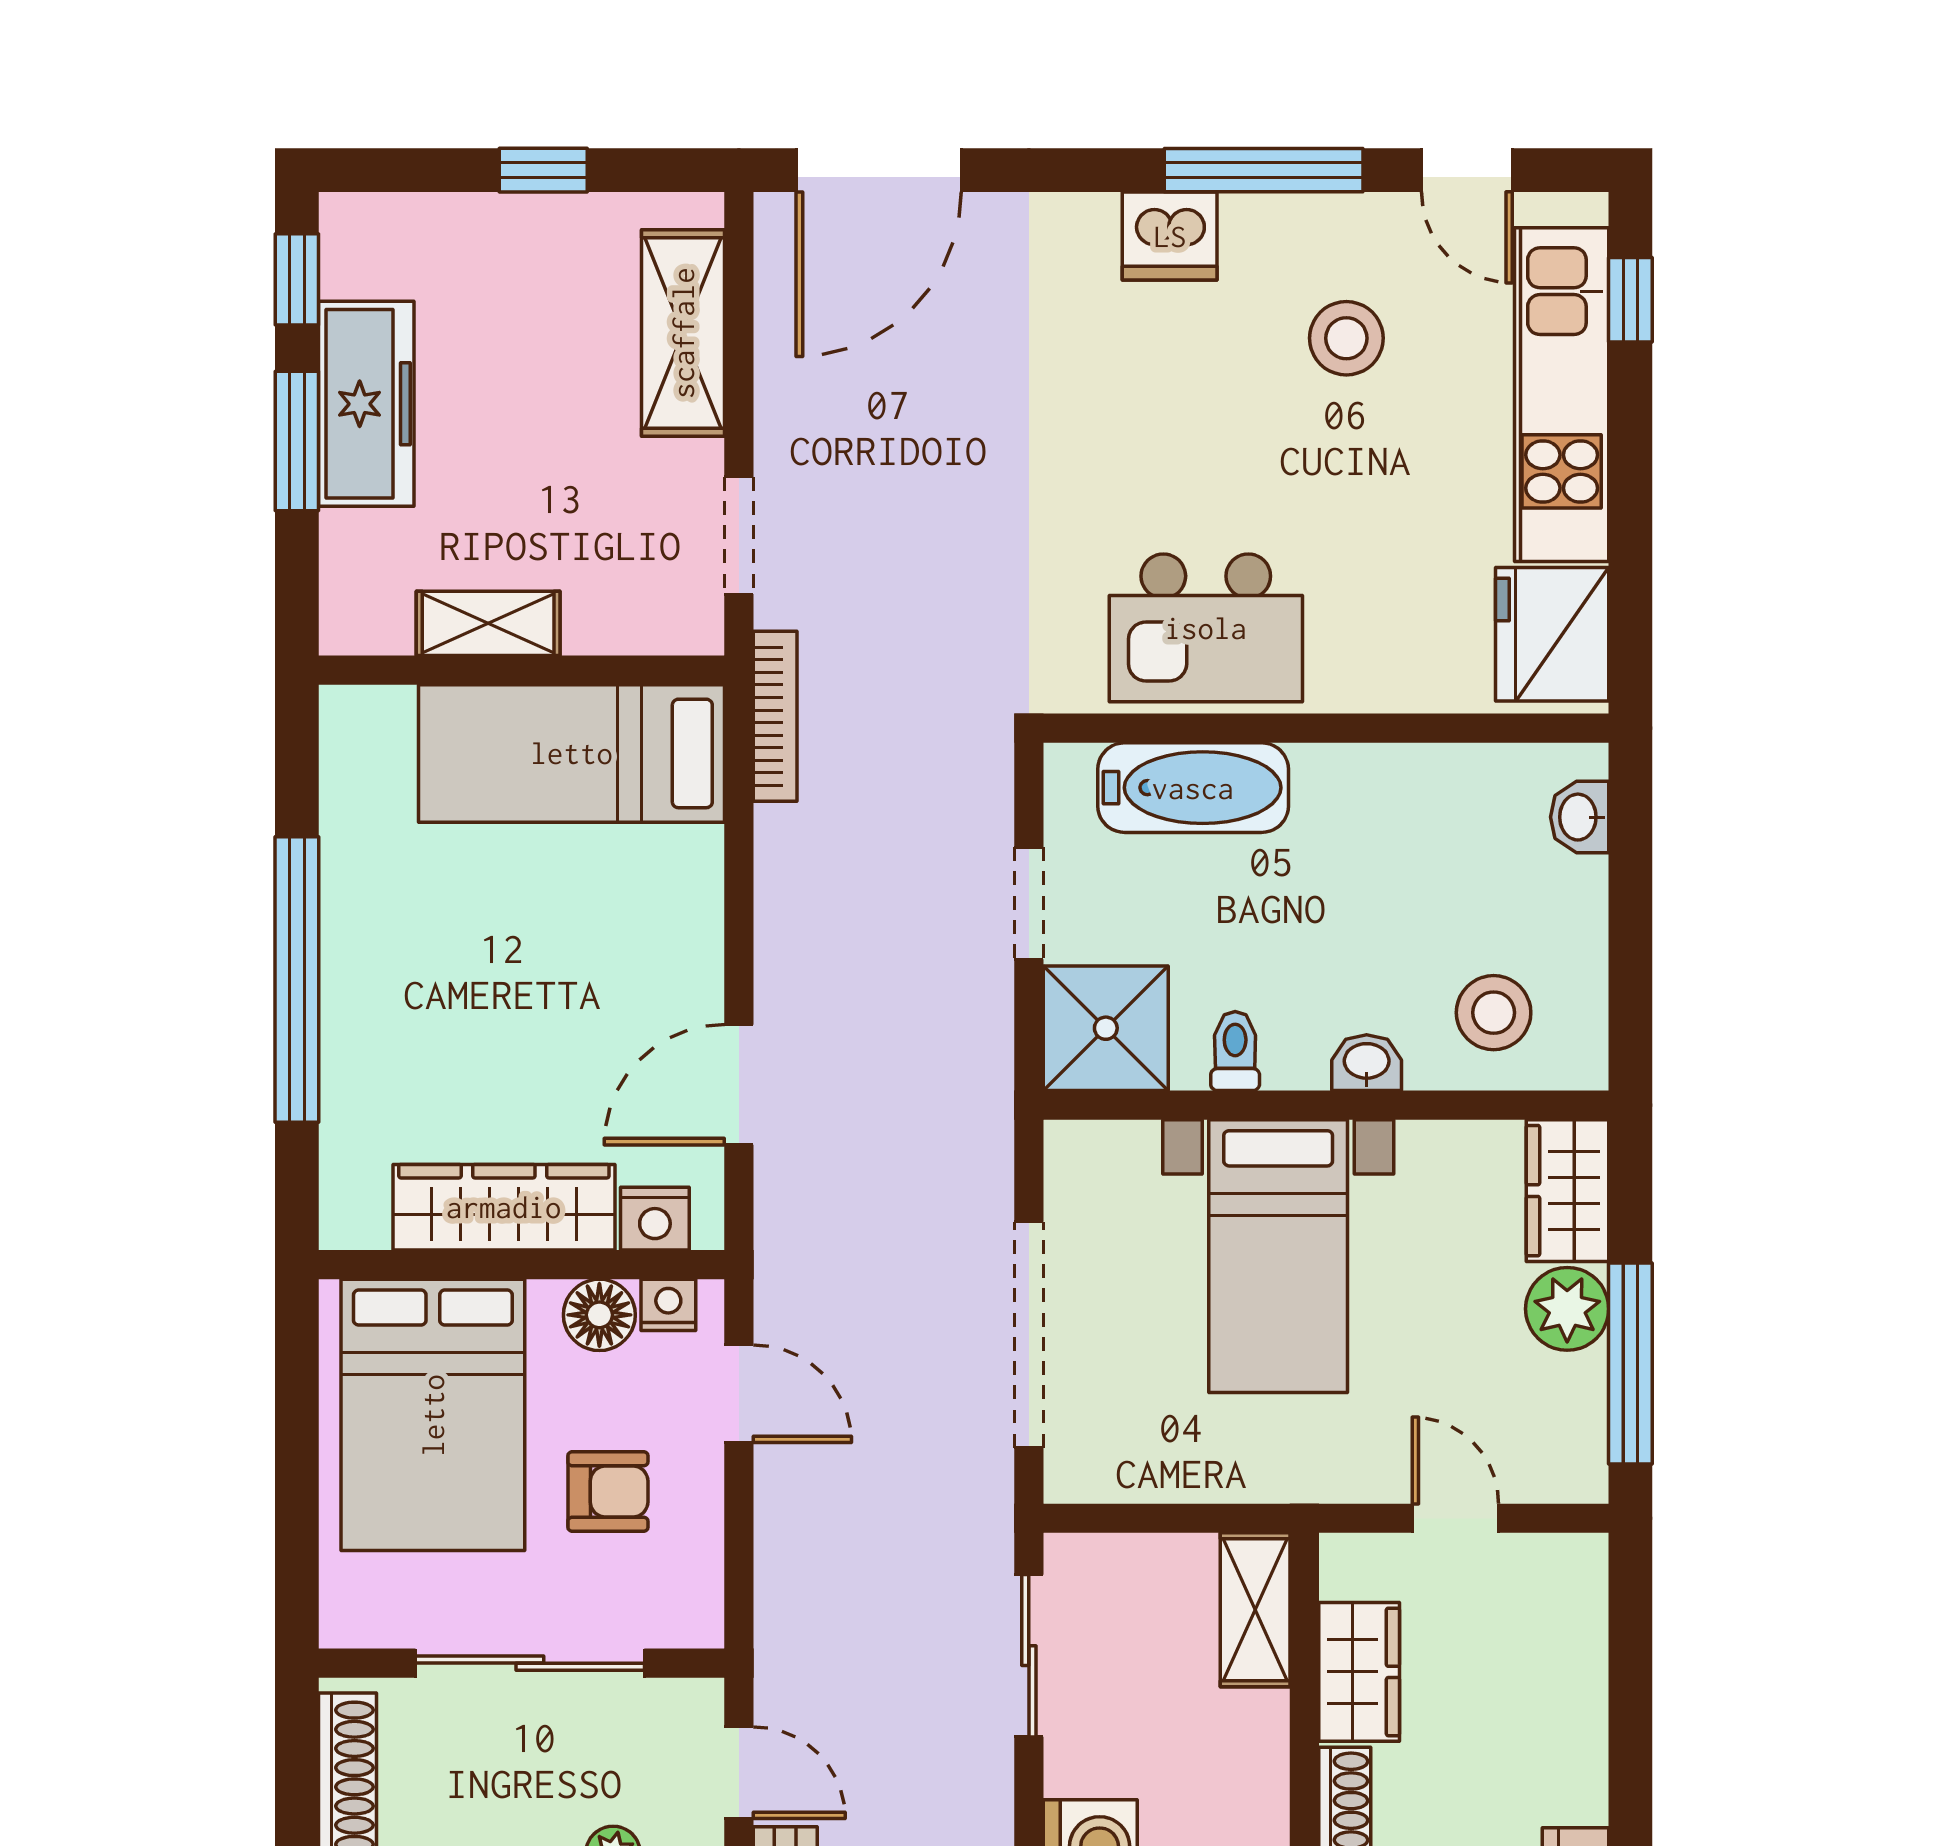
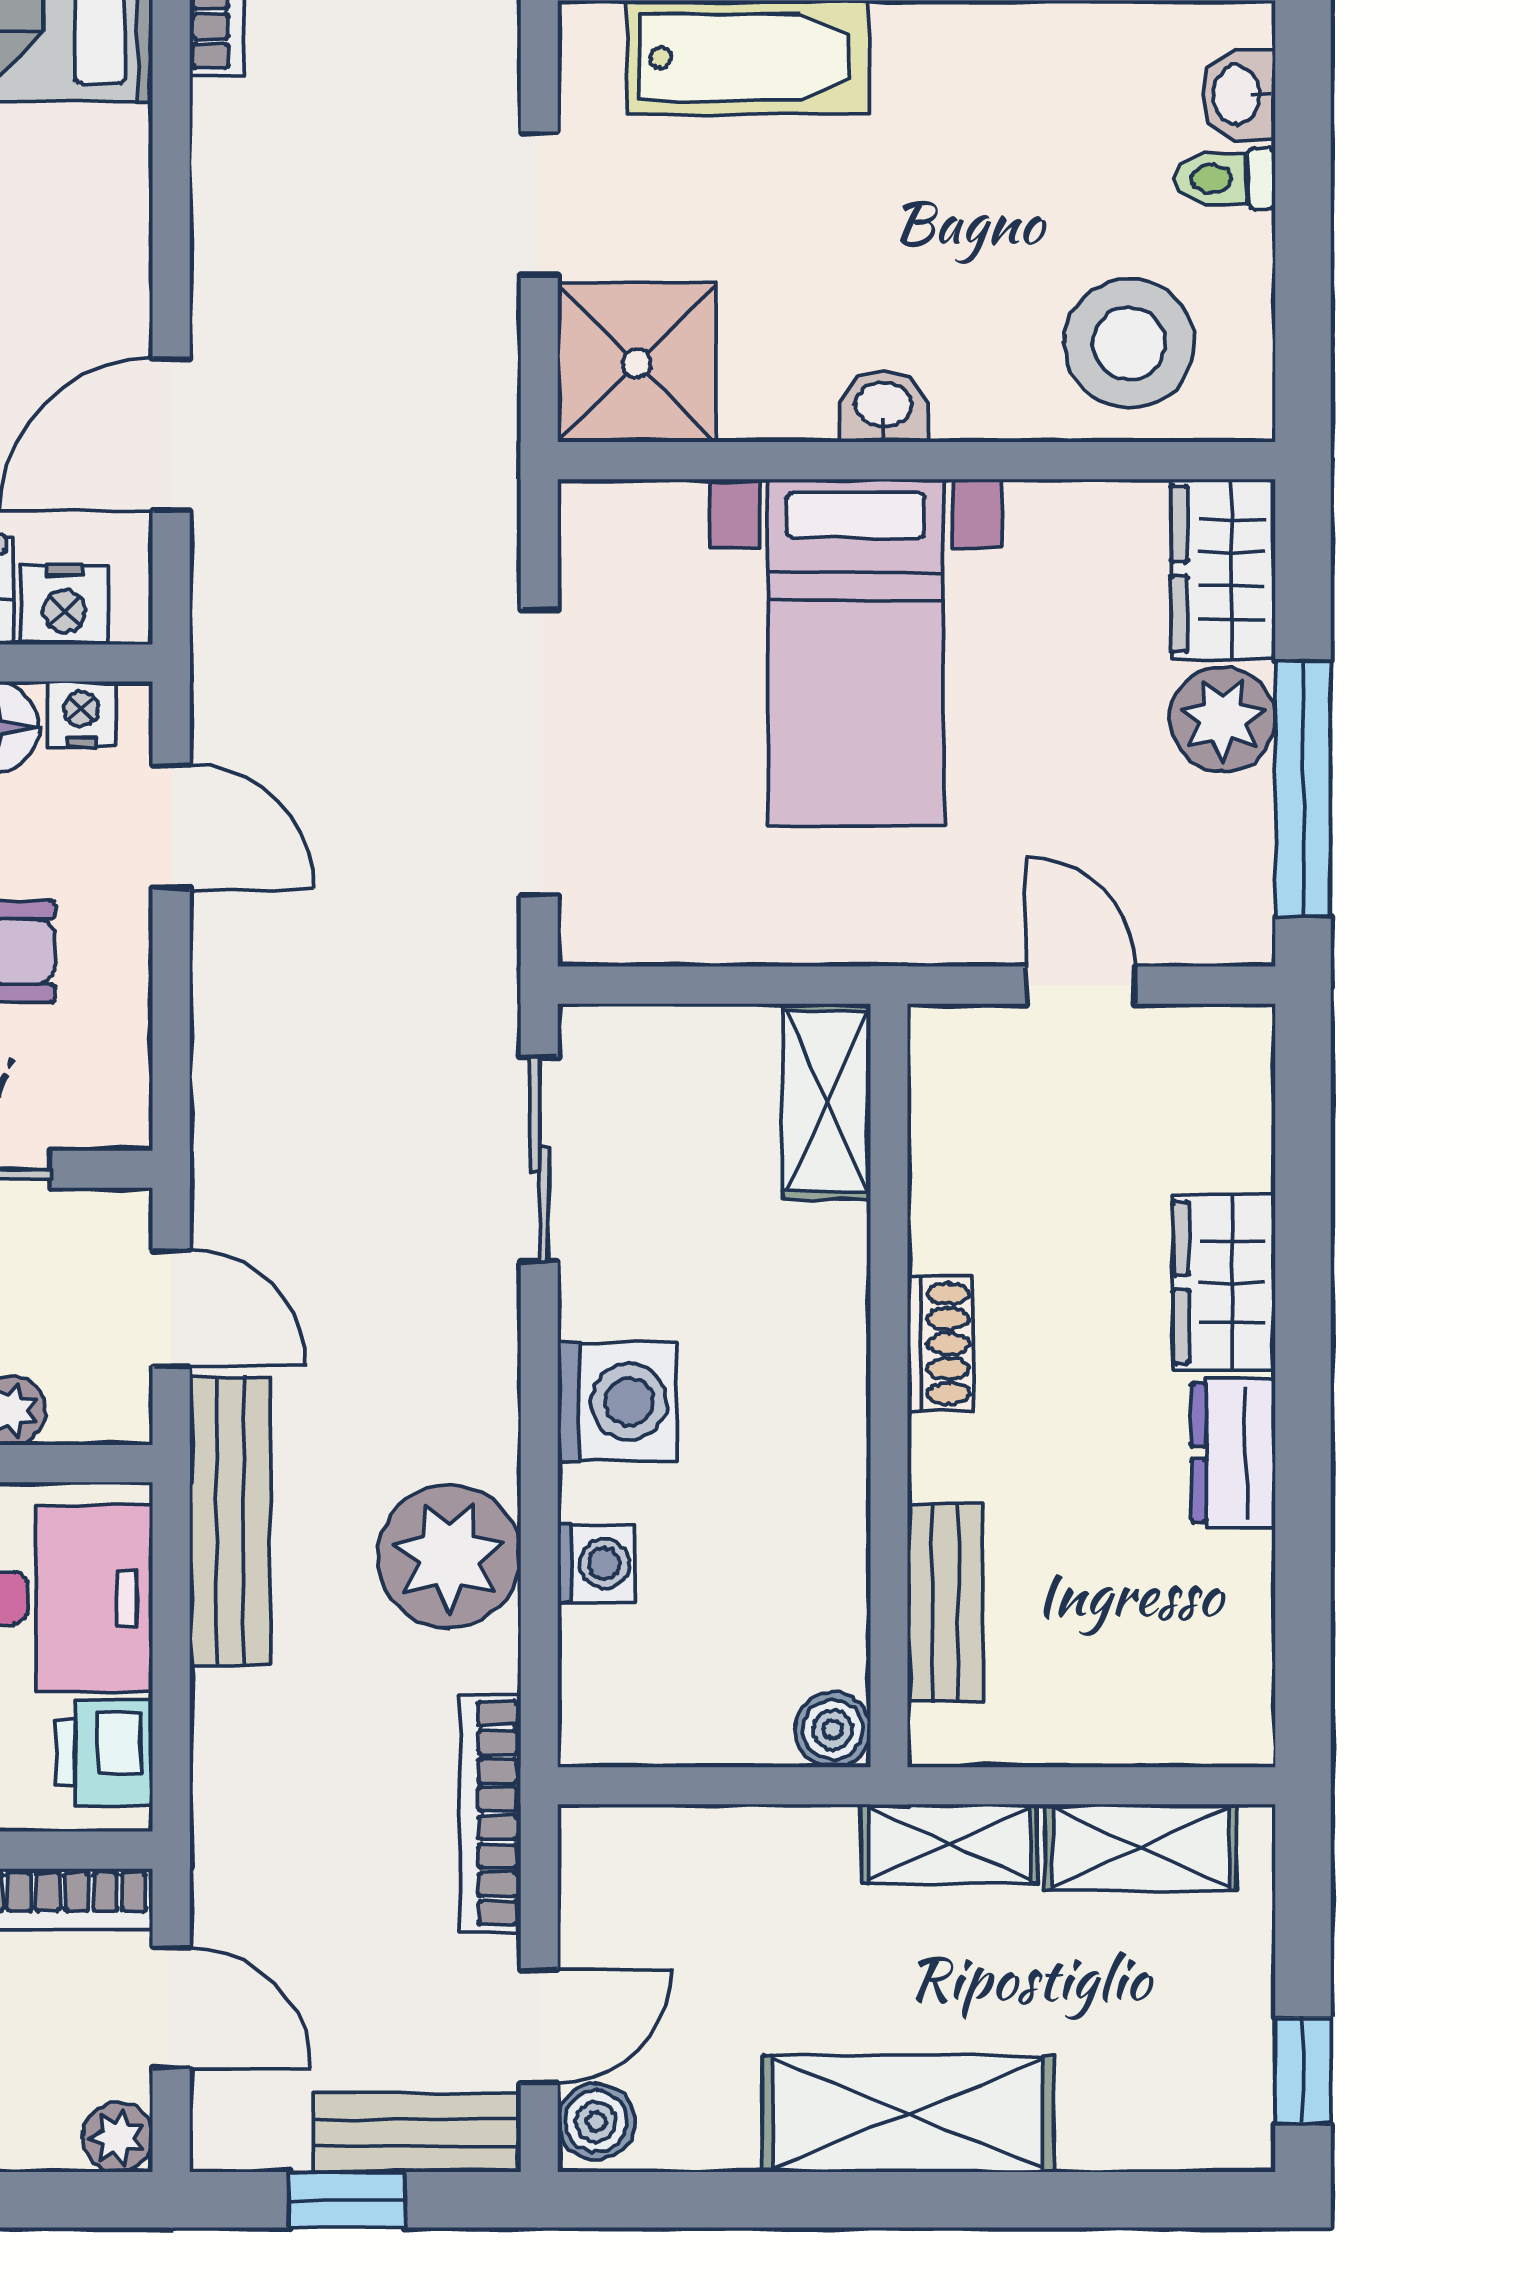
stool: (1494, 1013) -> (1129, 343), width x1.38, depth x1.38
toilet: (1235, 1051) -> (1225, 179), moved, turned -90
washbasin: (1367, 1063) -> (883, 407), moved
wardrobe: (1359, 1672) -> (1224, 1282), moved, turned 180

